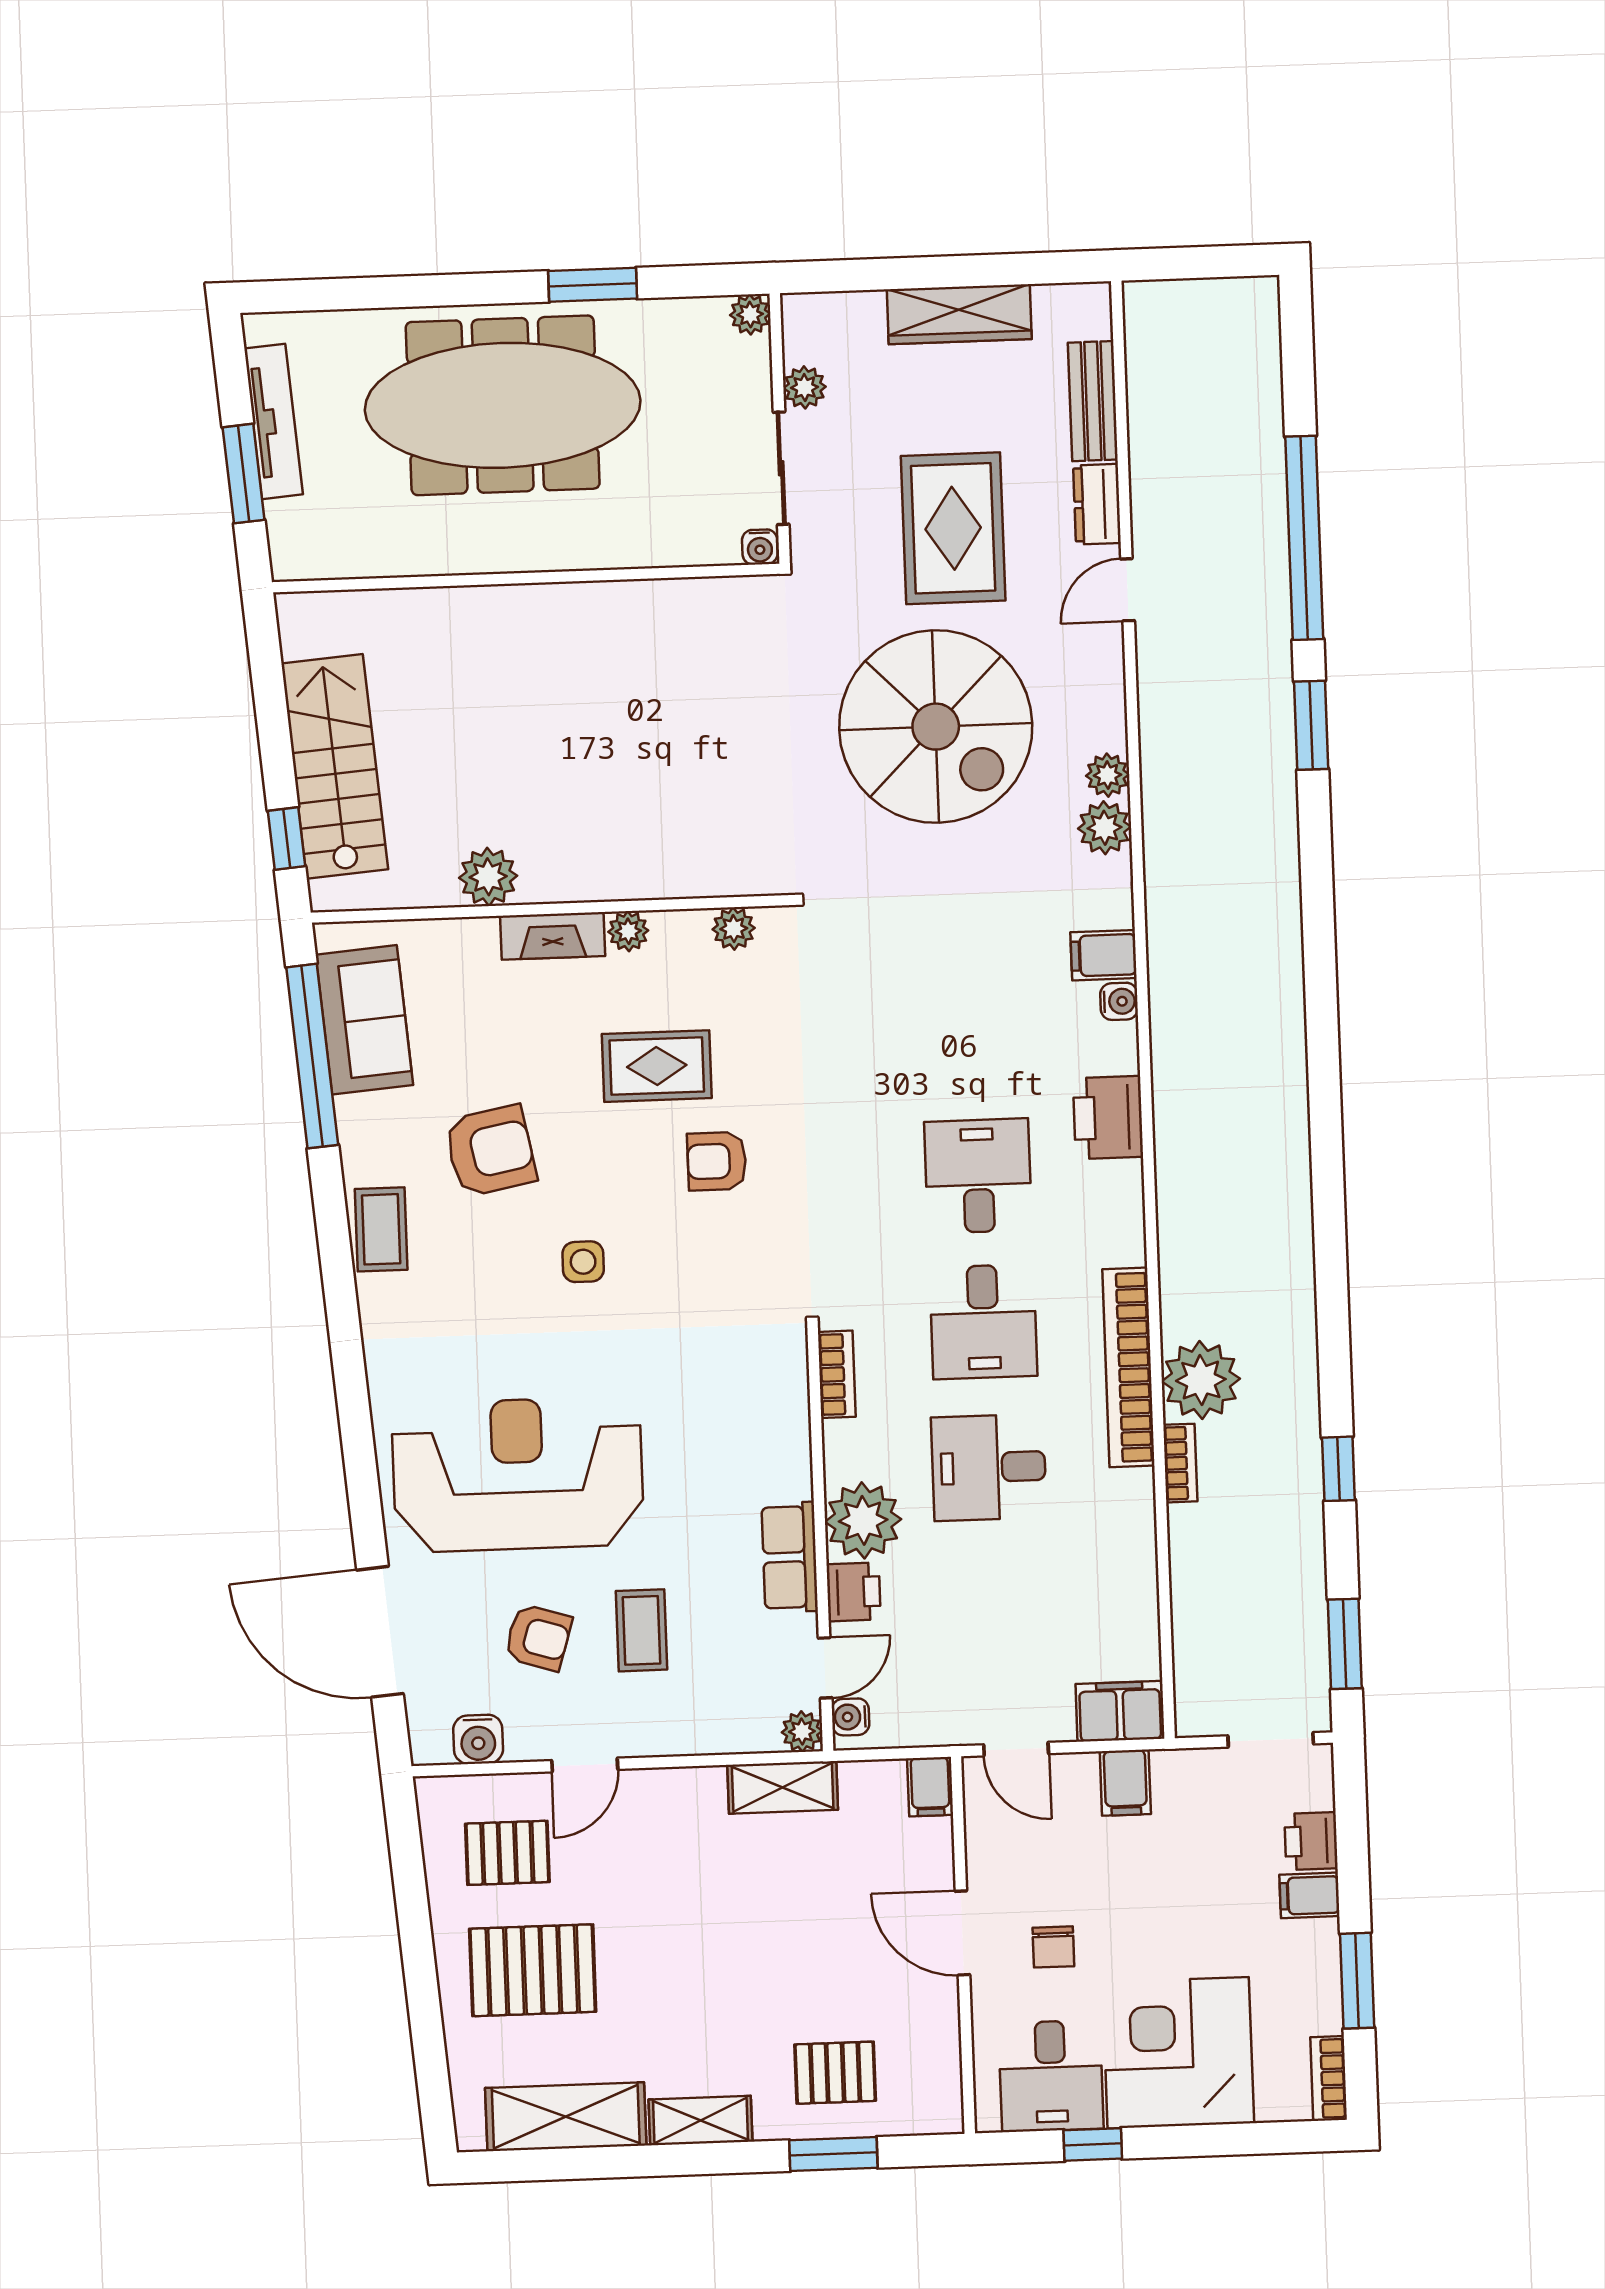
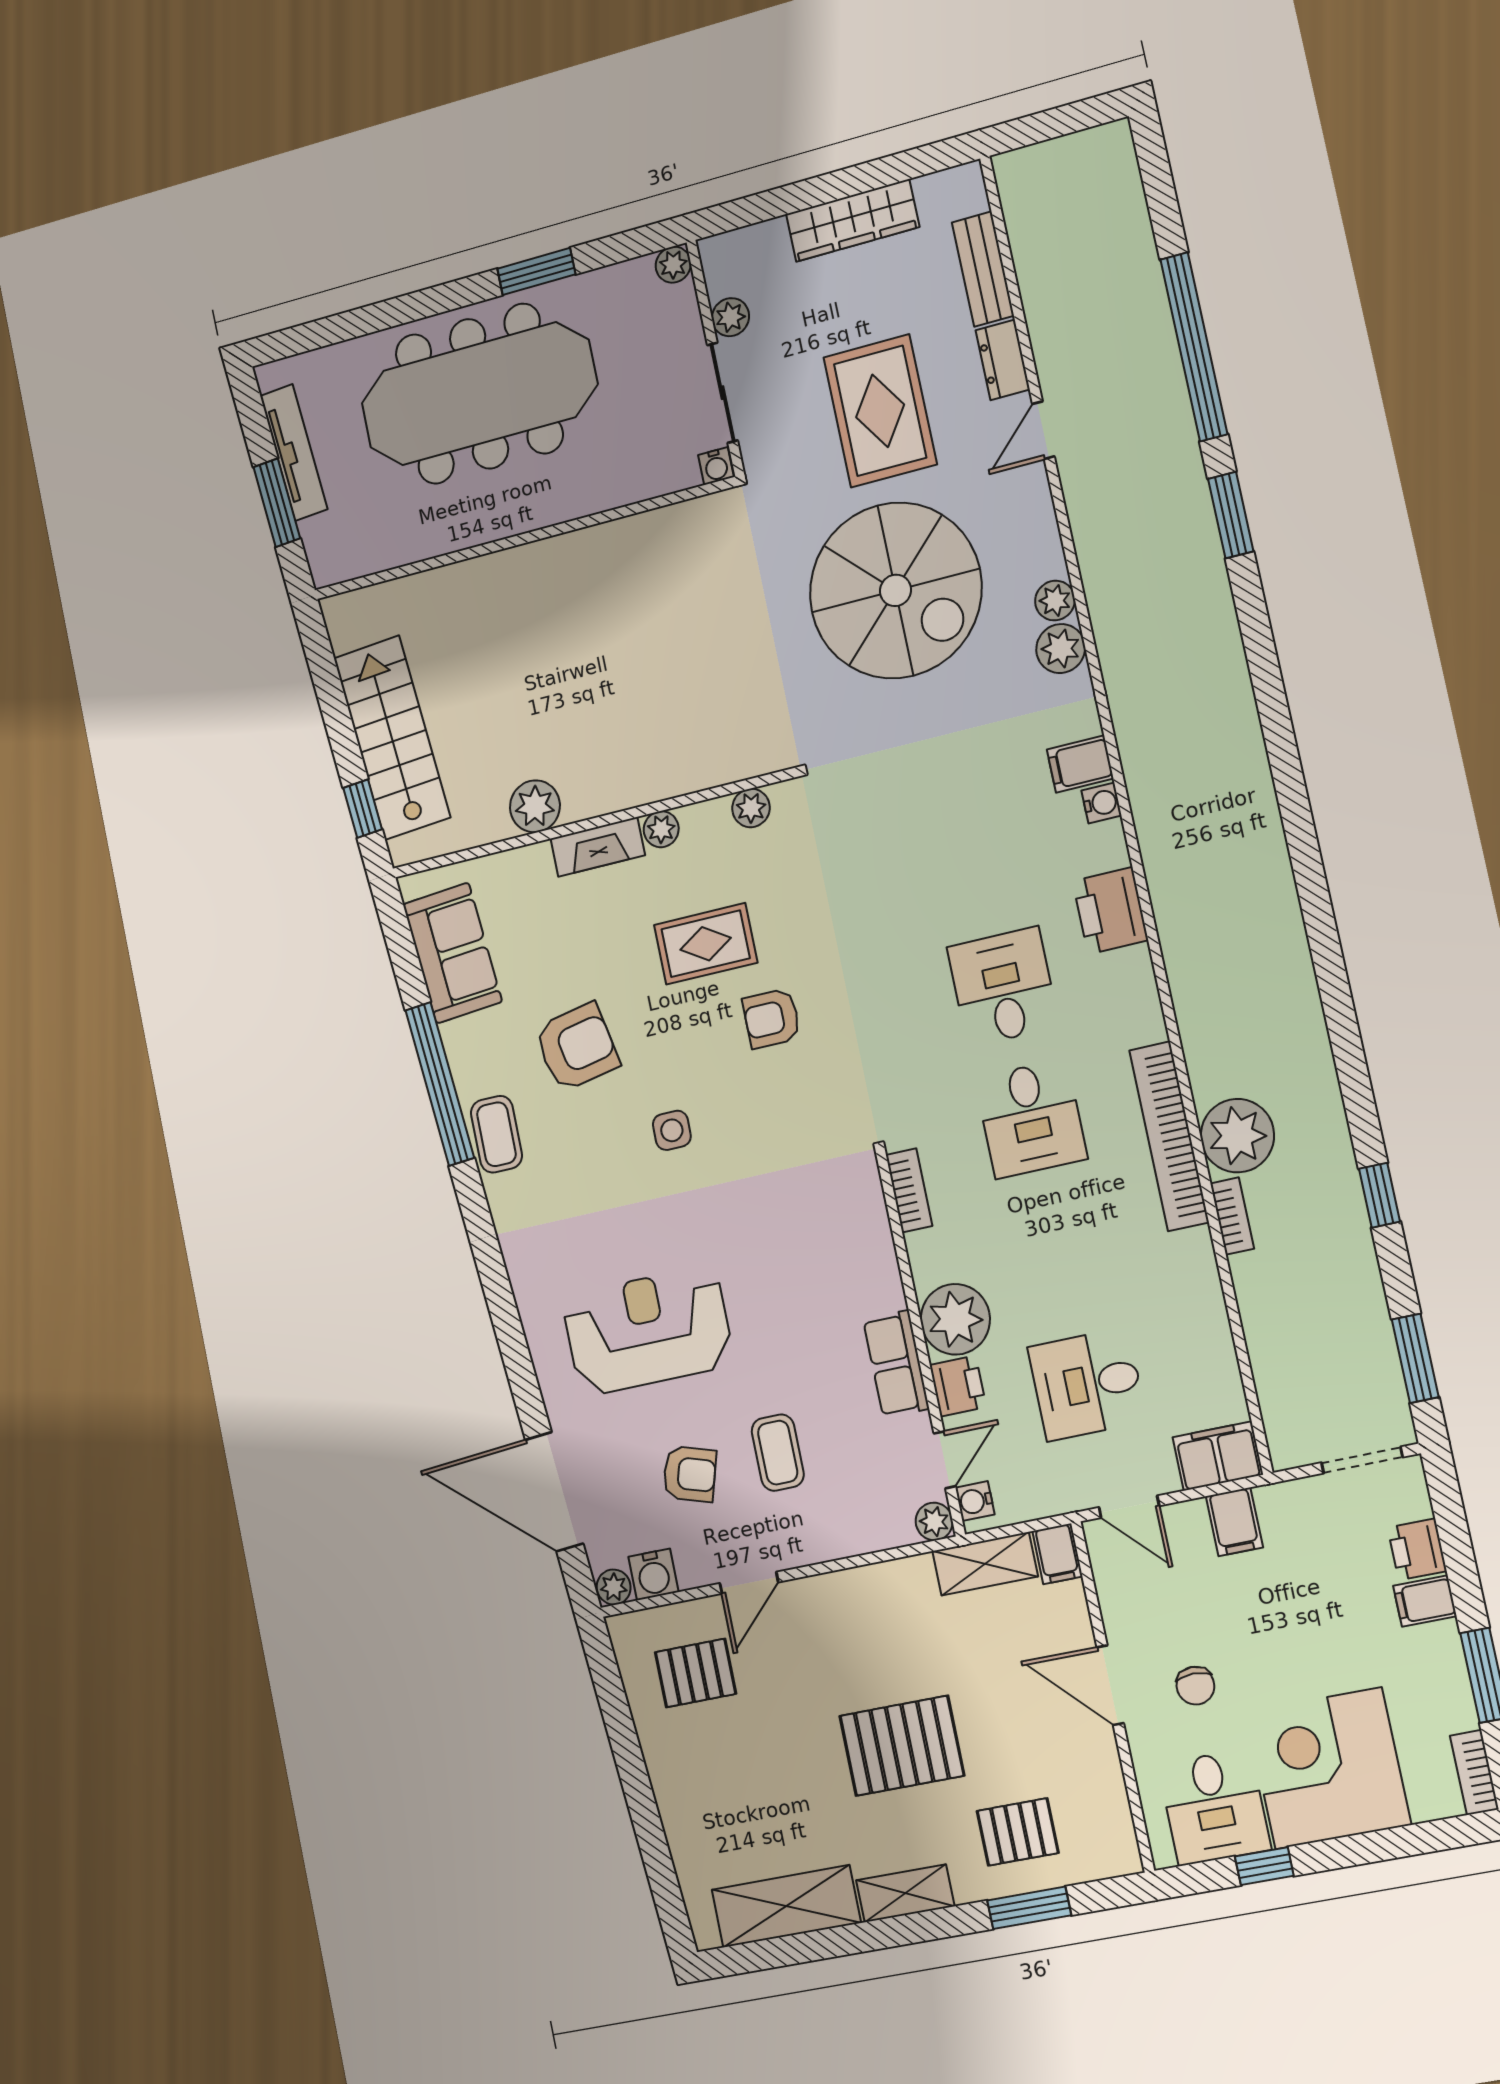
window: (312, 1056) -> (440, 1084), moved
desk: (989, 1467) -> (1087, 1384), moved
reception desk: (518, 1474) -> (648, 1331), width x0.74, depth x0.77
plant: (430, 1746) -> (614, 1587), added
shelving: (783, 1787) -> (985, 1564), moved
pallet: (533, 1970) -> (902, 1746), moved

